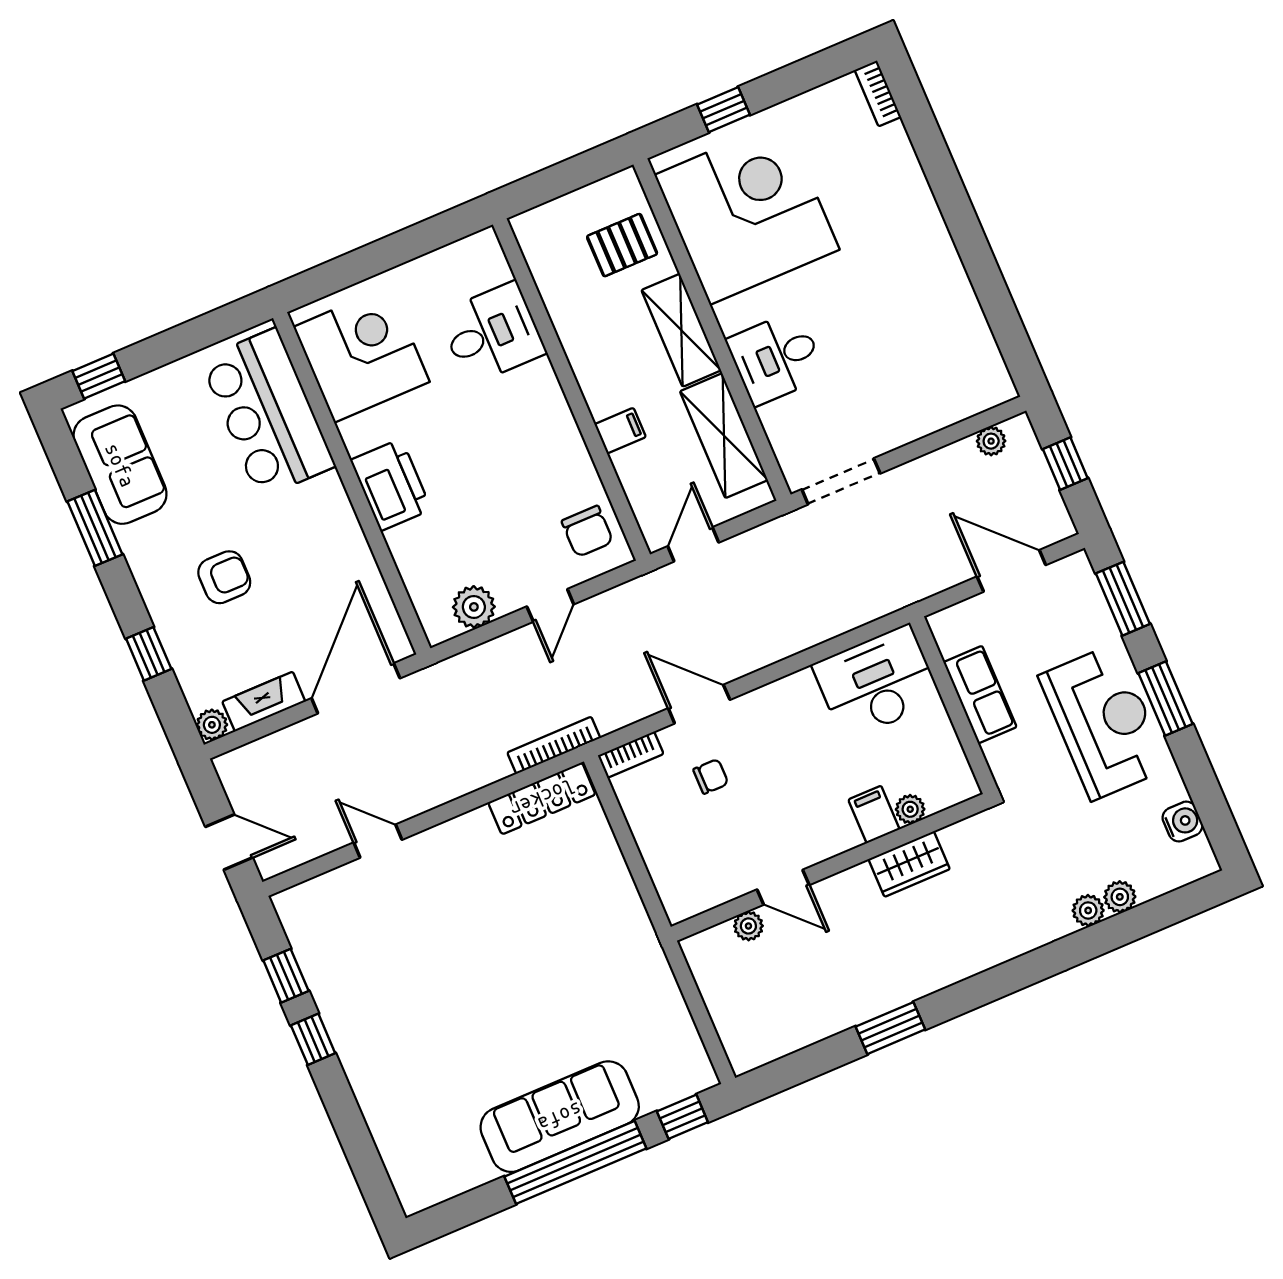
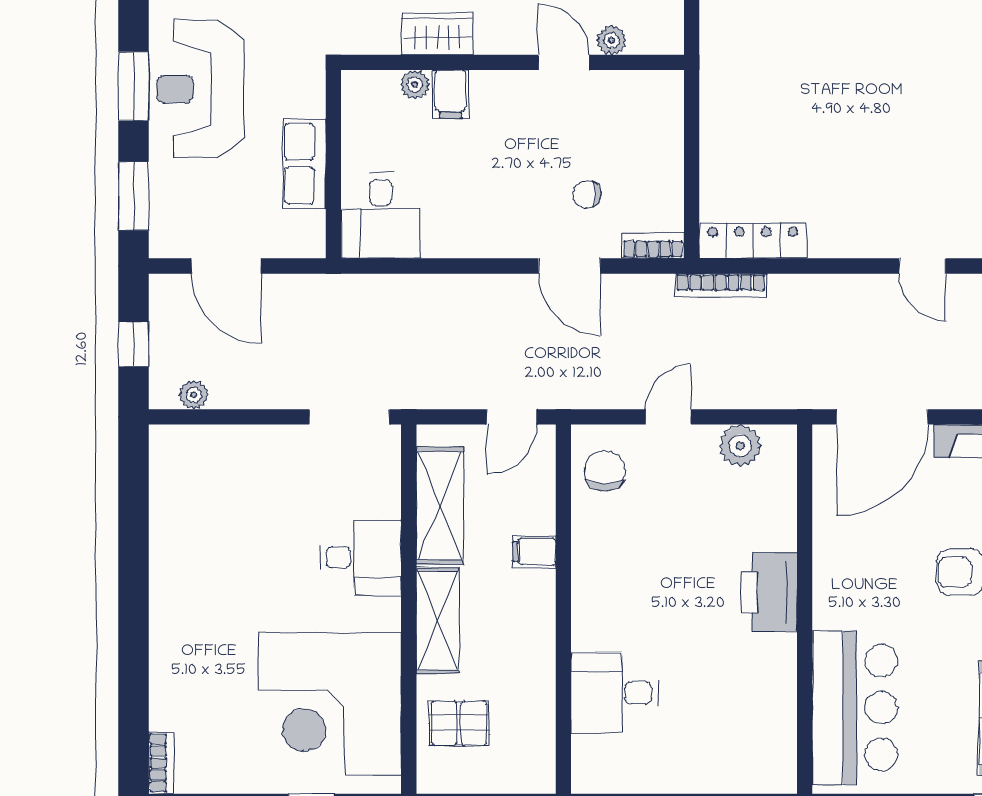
corner desk: (362, 354) -> (744, 725), removed
desk: (877, 683) -> (381, 216), width x0.73

